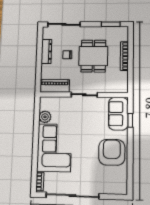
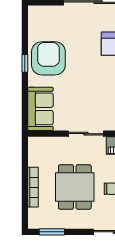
window: (130, 120) -> (25, 63), moved
armchair: (112, 152) -> (48, 58), turned 180

